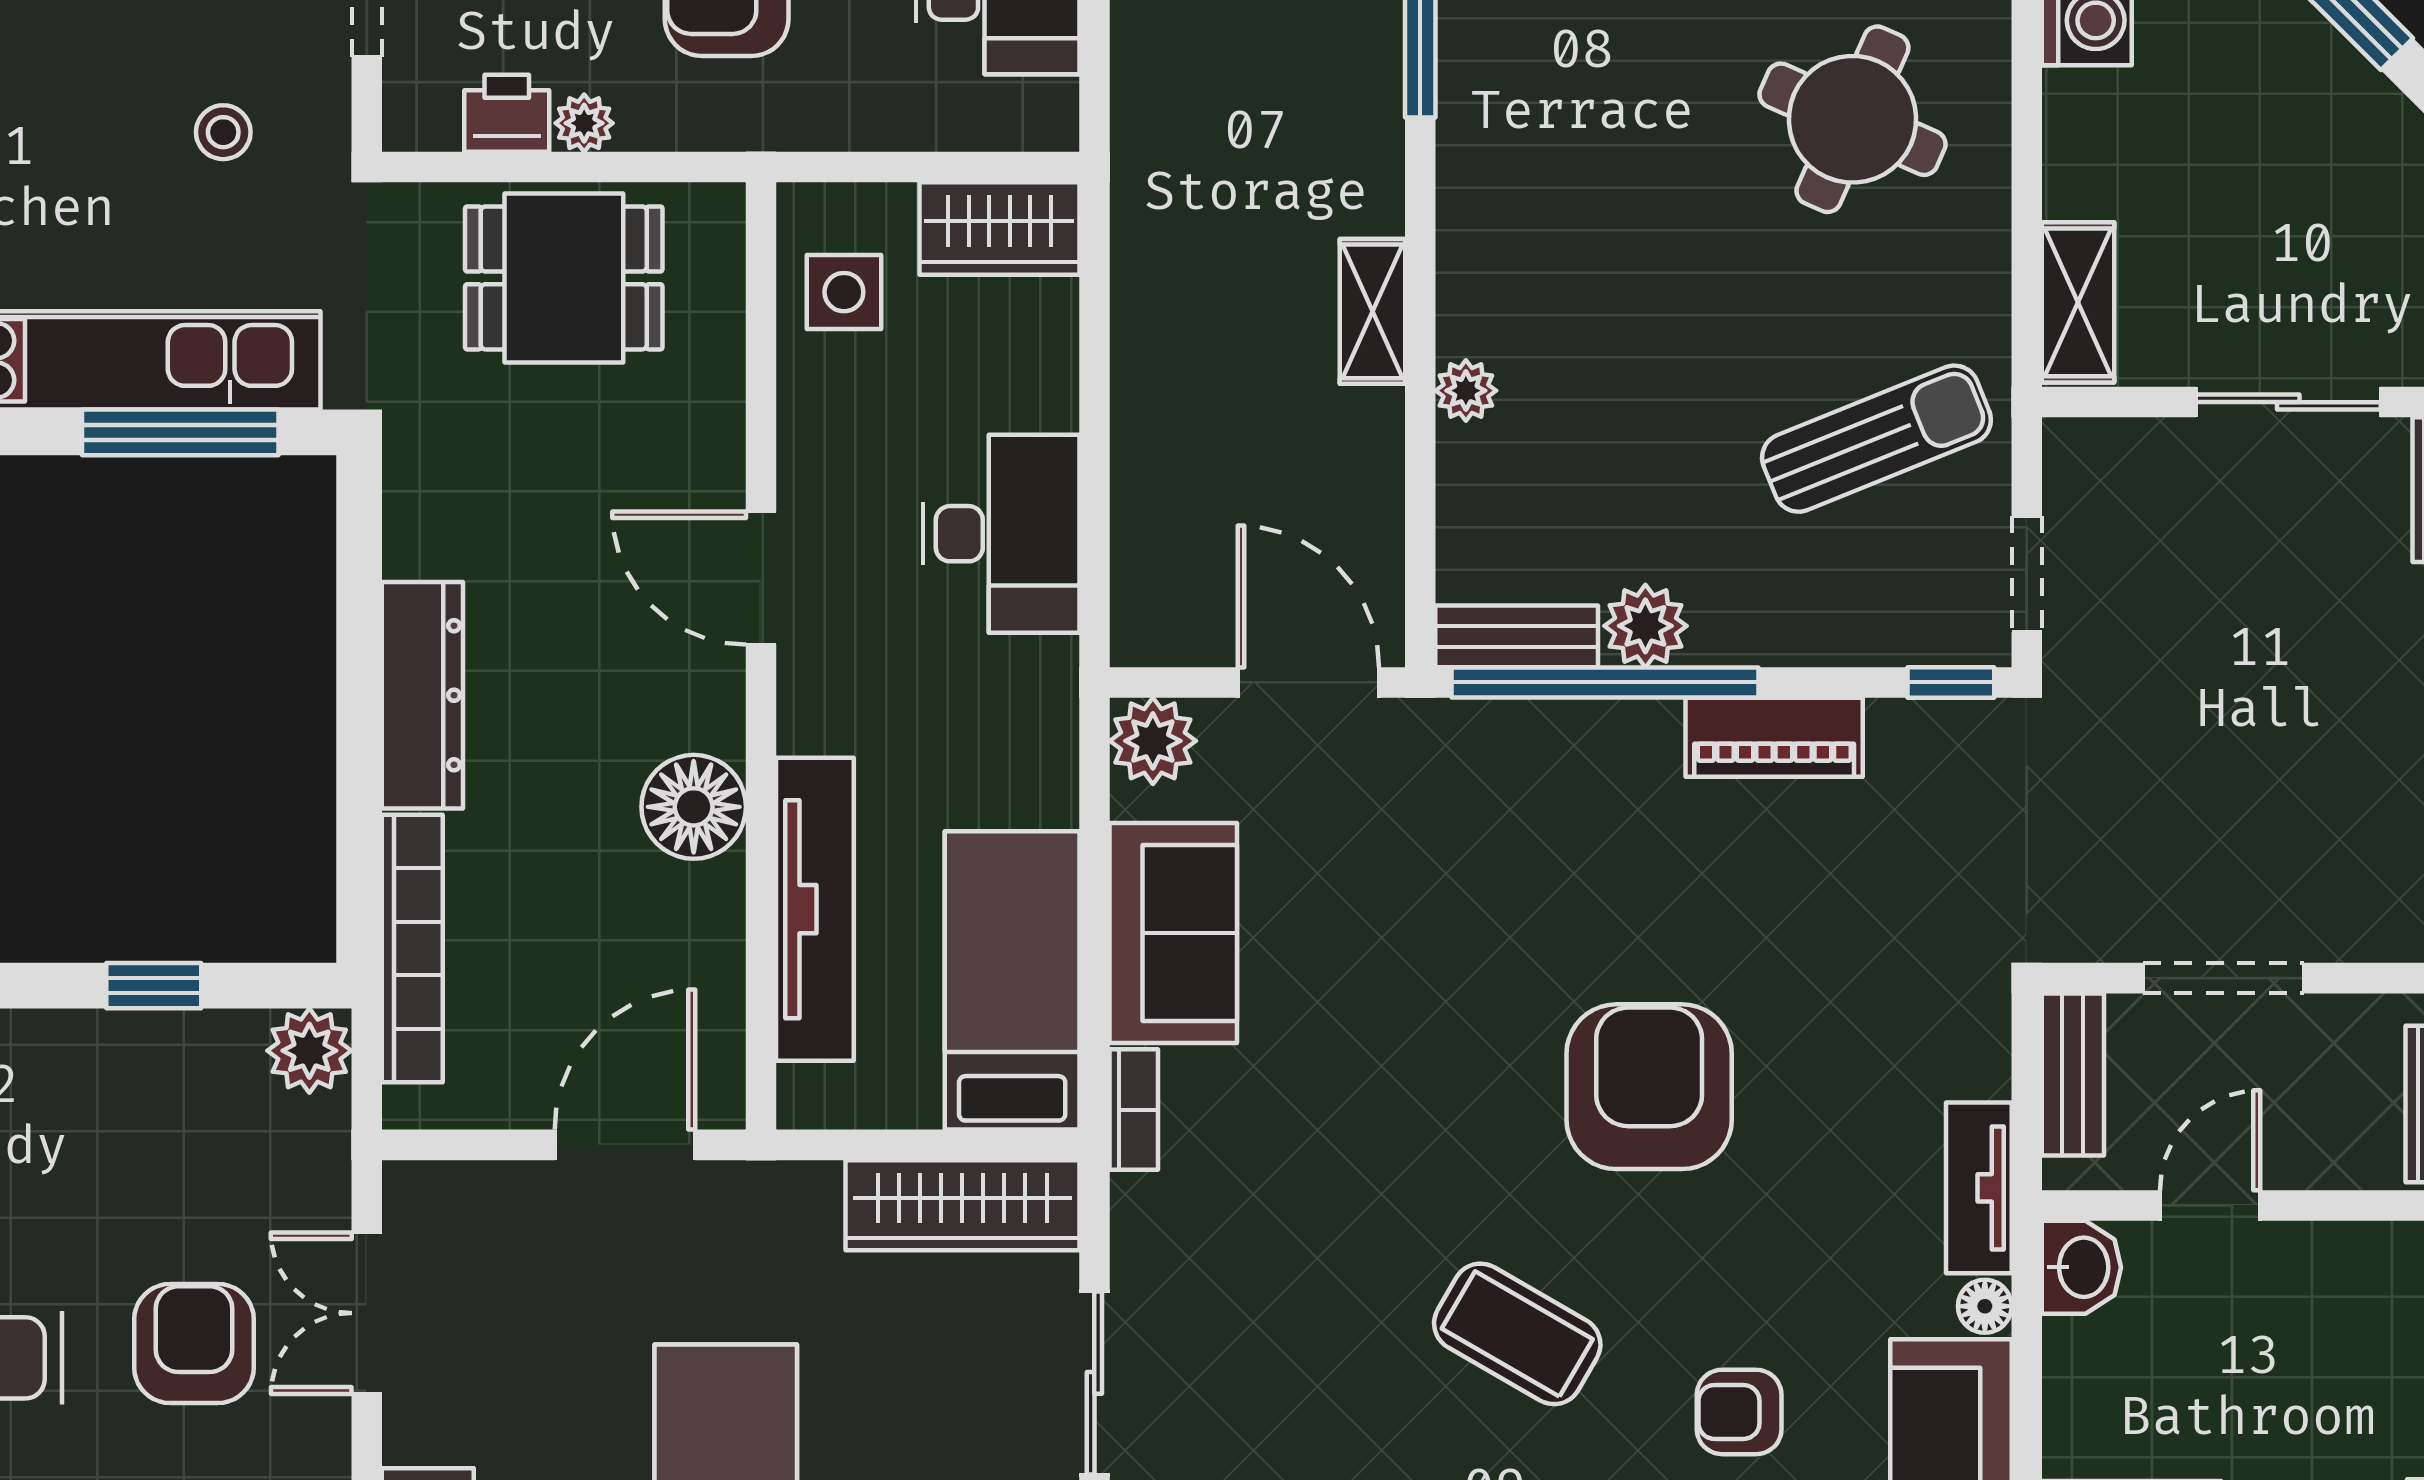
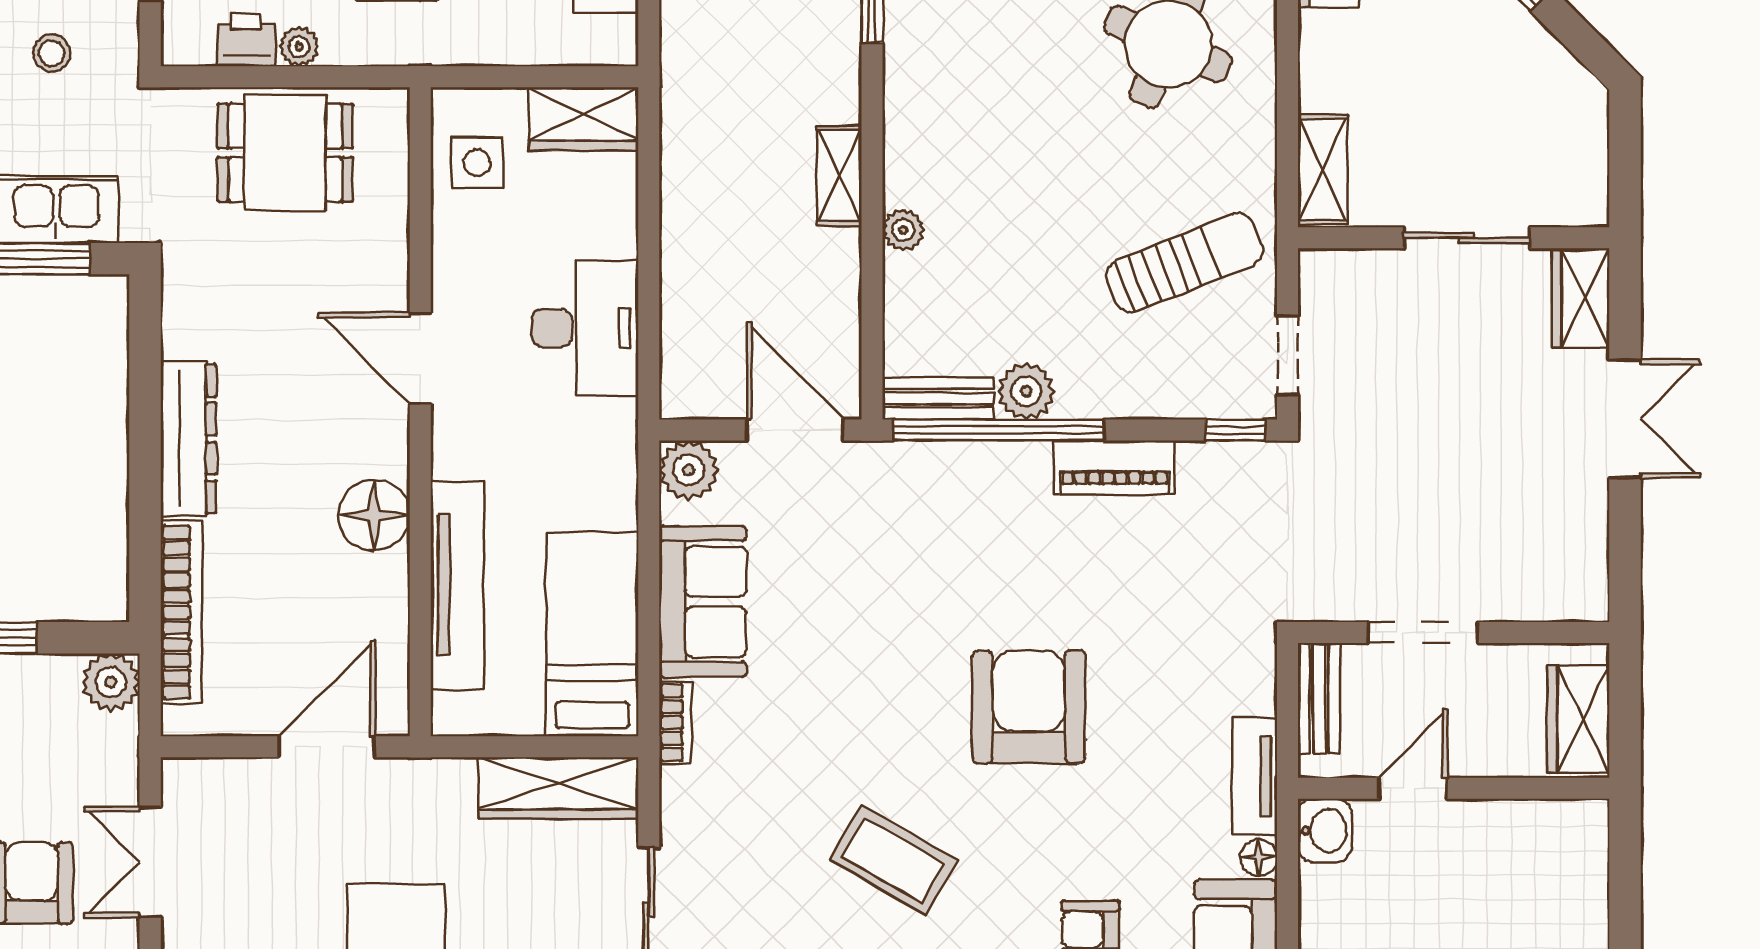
coffee table: (1517, 1334) -> (893, 860), moved

